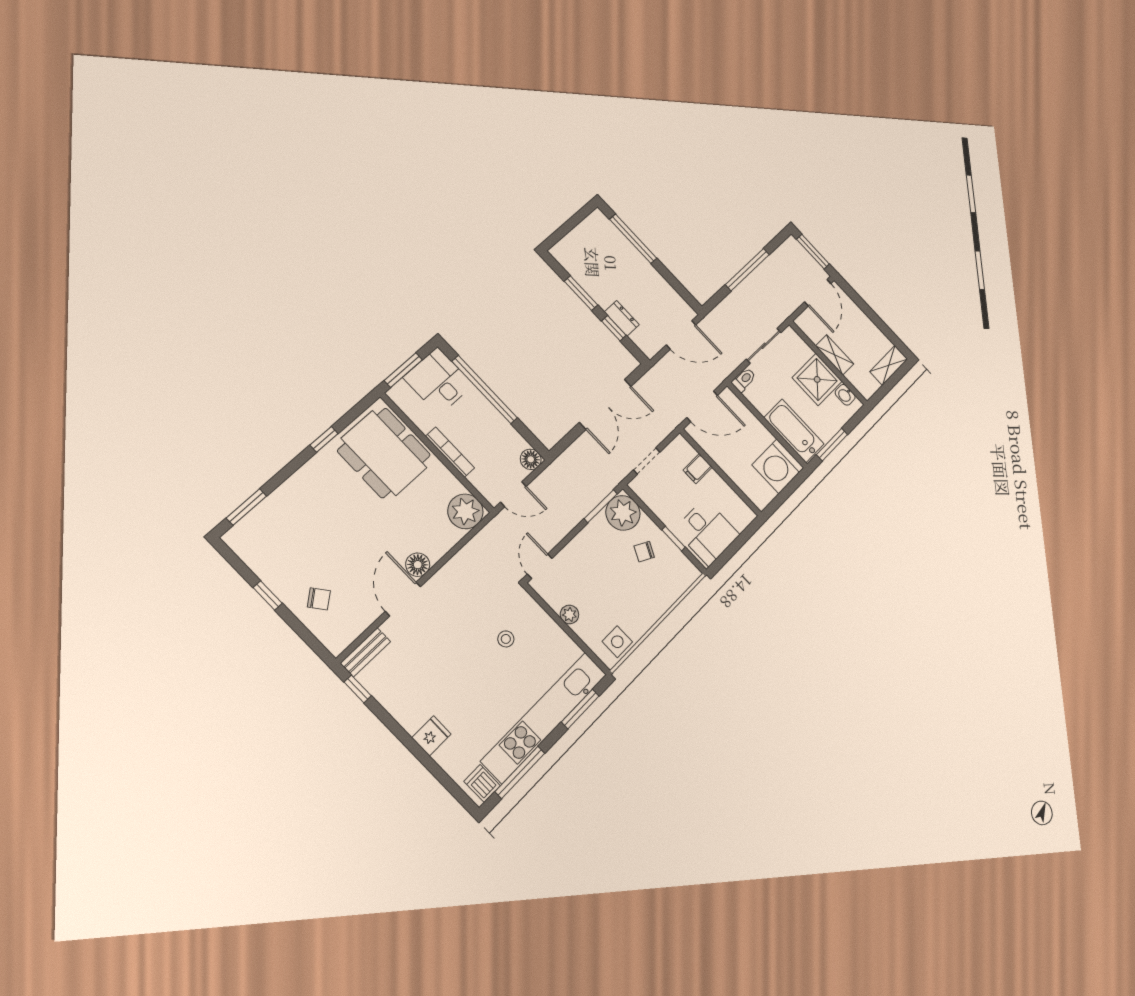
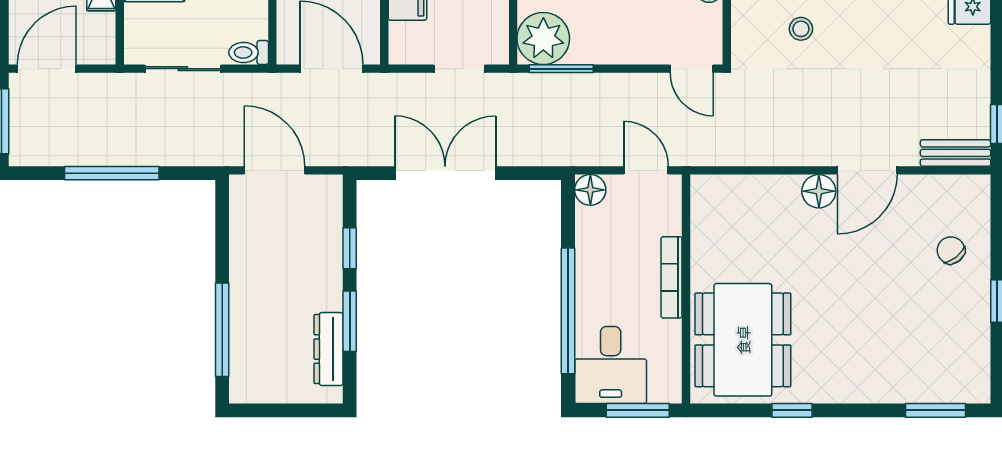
dresser: (622, 318) -> (329, 349), moved, width x1.44
plant: (465, 511) -> (716, 200), removed
door: (540, 566) -> (692, 69), hinge flipped

